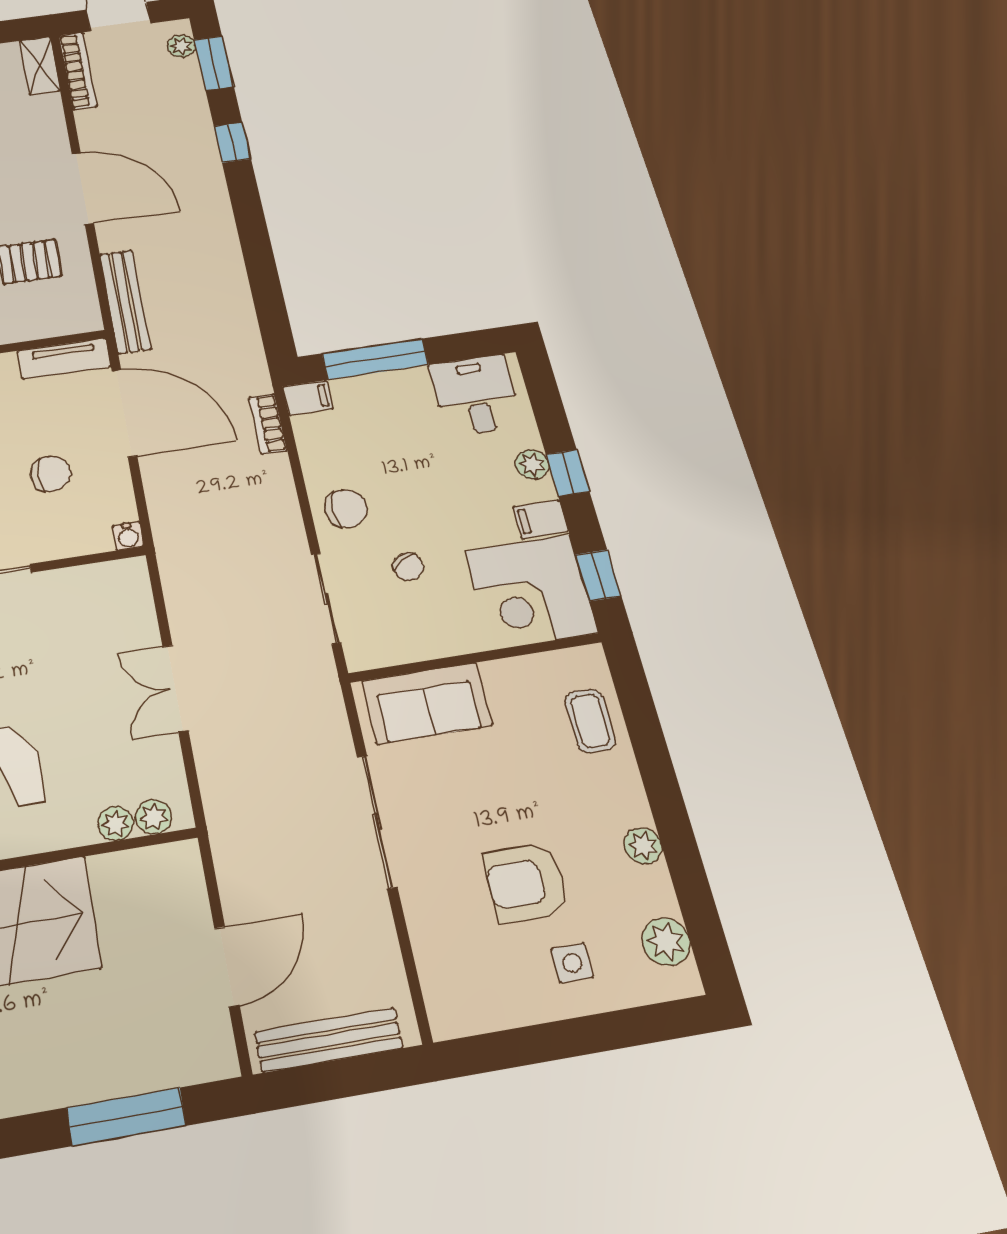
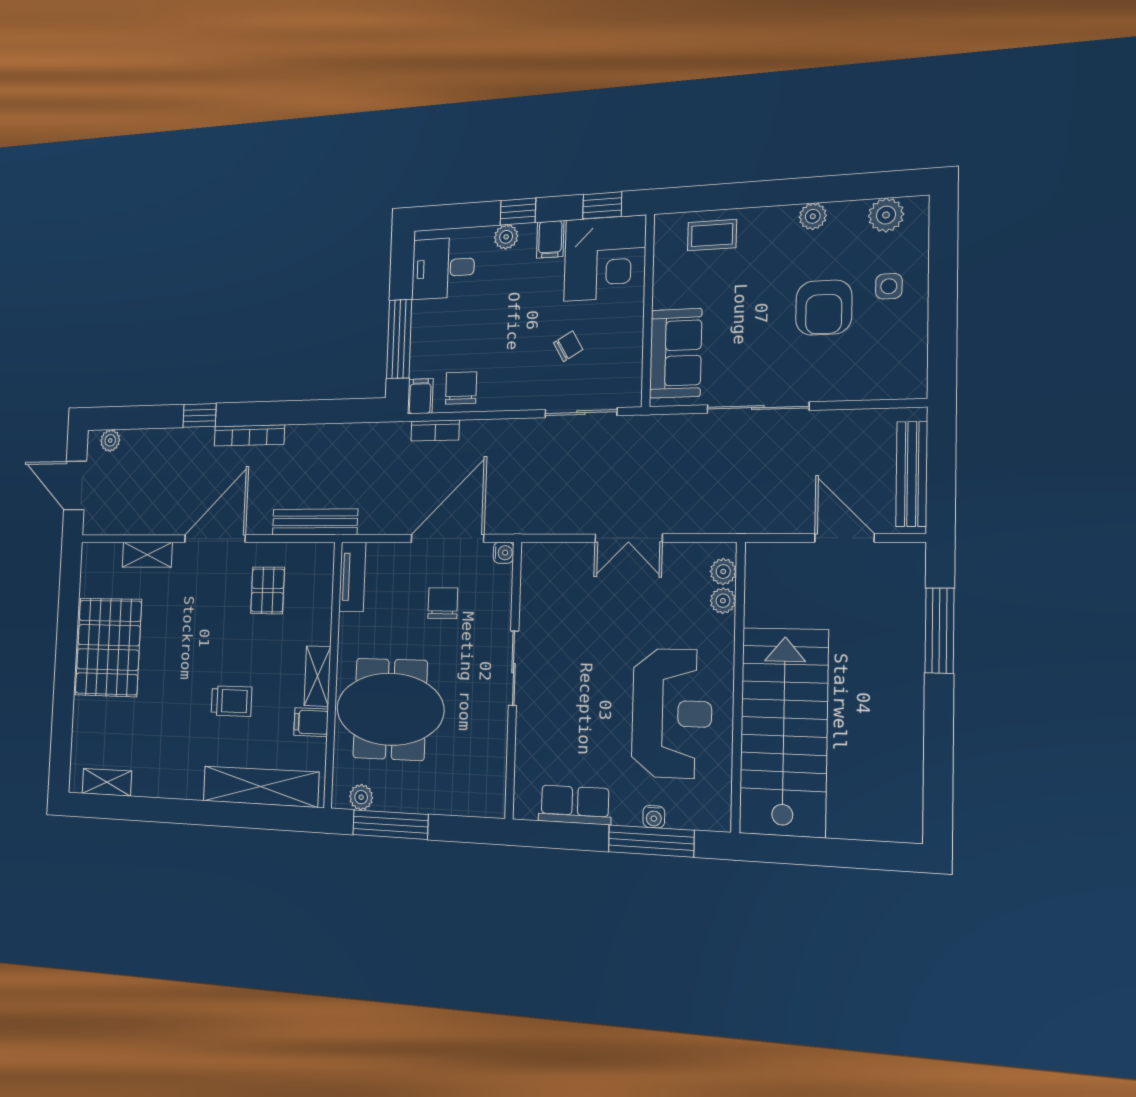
window: (214, 63) -> (130, 418), removed
shelving: (40, 66) -> (147, 555), moved
bookcase: (78, 71) -> (249, 435), moved, turned 180
door: (124, 413) -> (447, 538), moved
chair: (346, 508) -> (461, 388), moved

